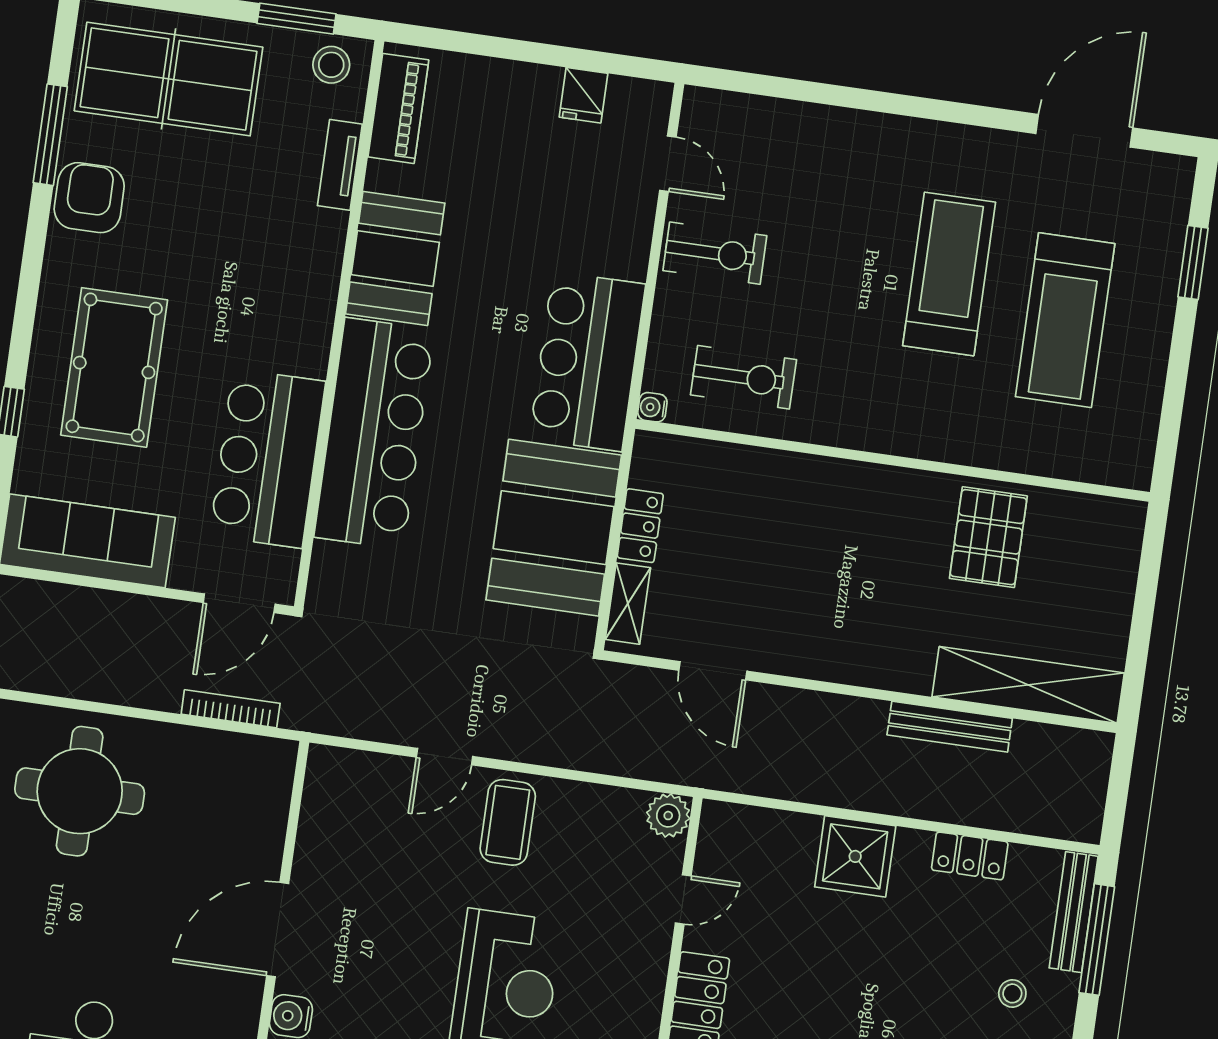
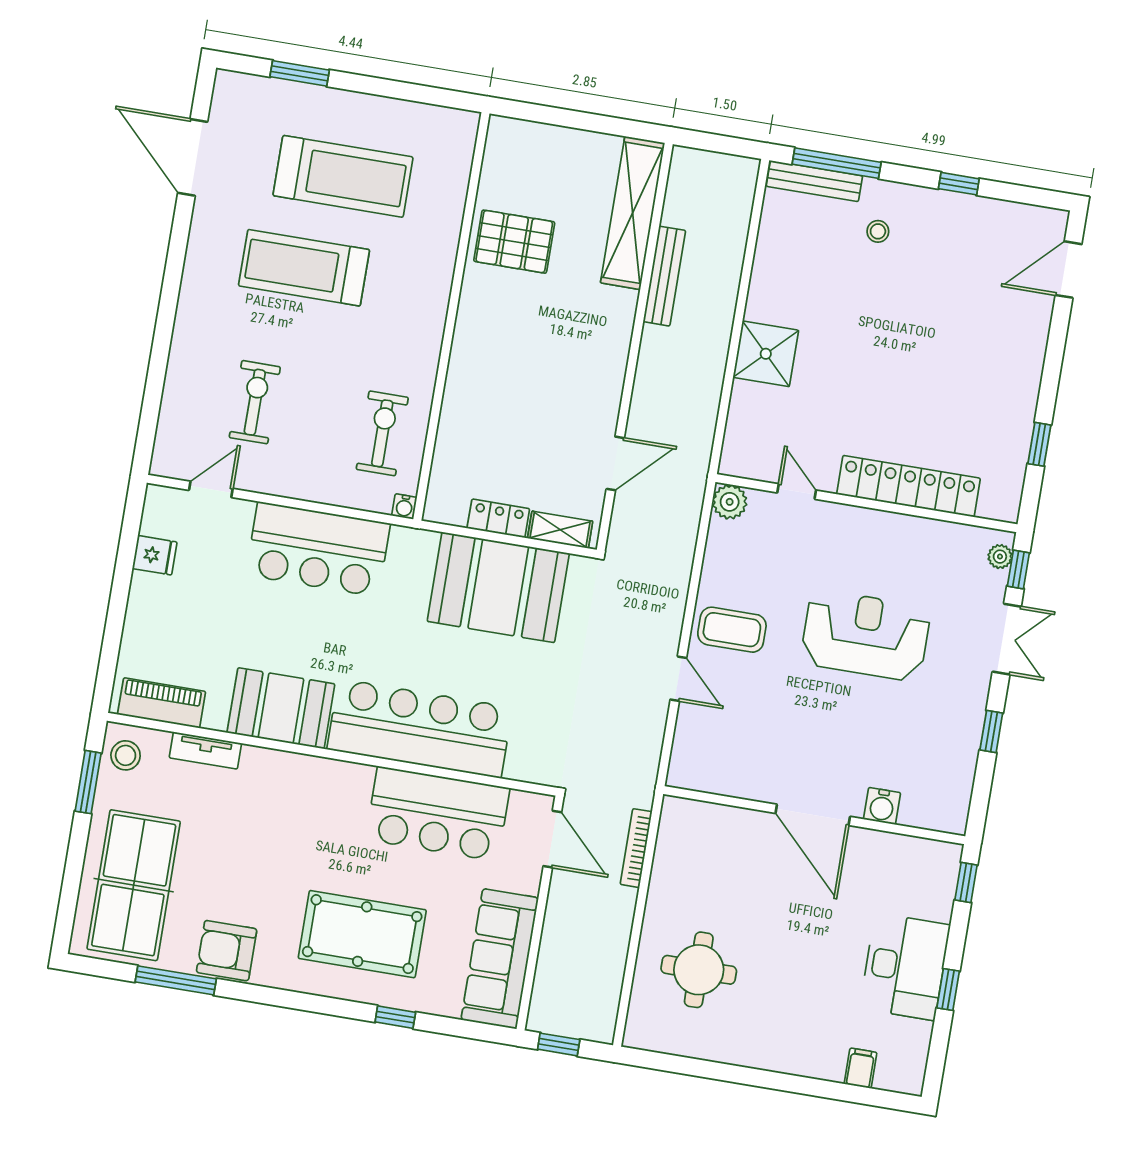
exercise bike: (715, 253) -> (255, 402), moved
bar counter: (587, 361) -> (318, 549), moved
round table: (80, 791) -> (699, 970), width x0.73, depth x0.73
locker: (970, 856) -> (768, 263), removed

